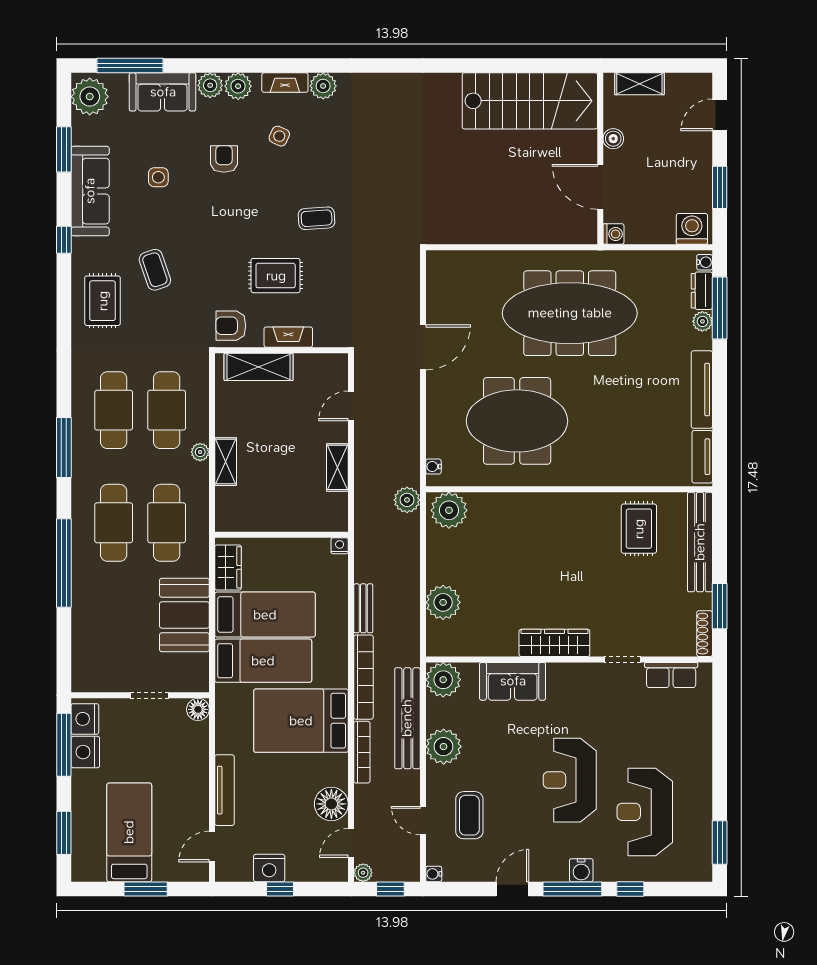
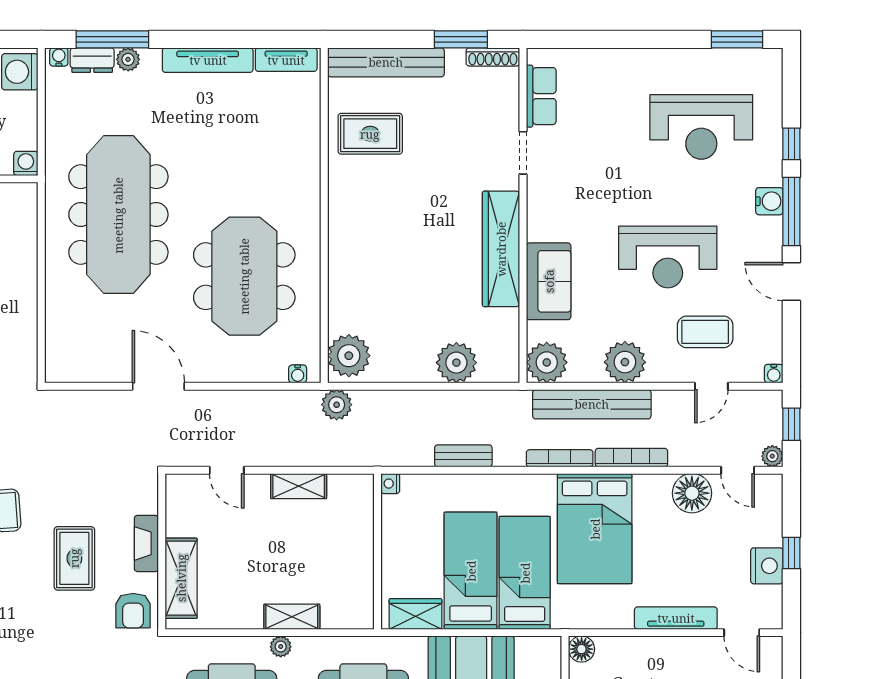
wardrobe: (554, 643) -> (501, 249), width x1.40, depth x1.17
bookcase: (363, 677) -> (560, 458), width x0.68, depth x0.76
reception desk: (570, 780) -> (668, 257), moved

